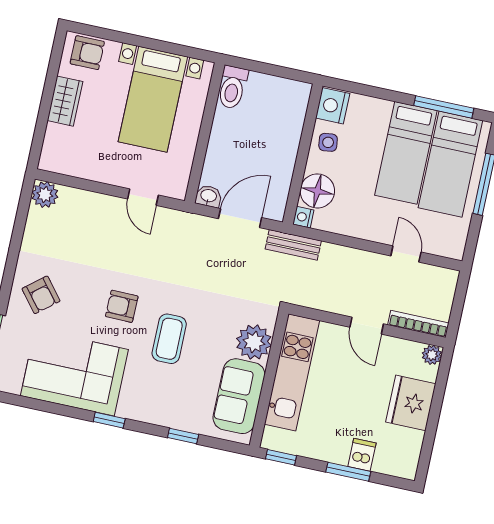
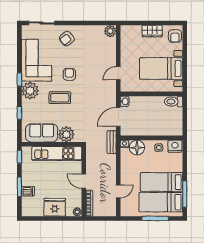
door: (240, 218) -> (118, 117), swing flipped
door: (367, 326) -> (84, 181), hinge flipped
plant: (139, 402) -> (30, 91), added

